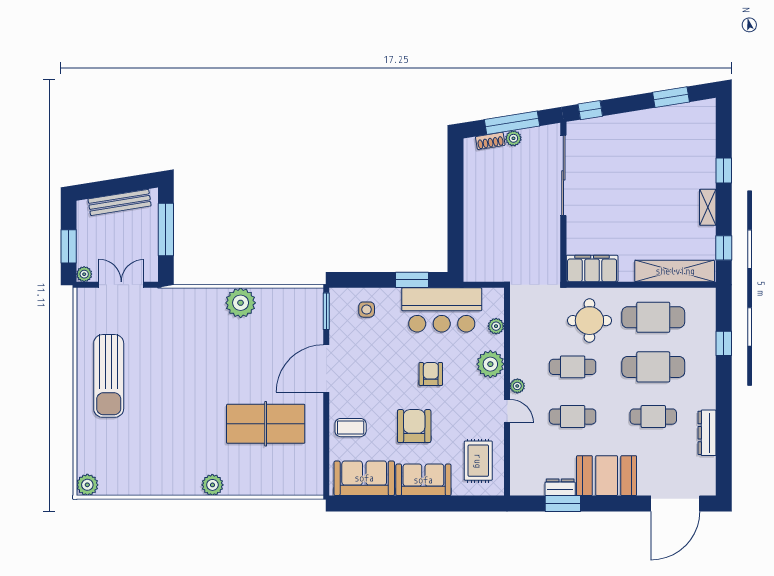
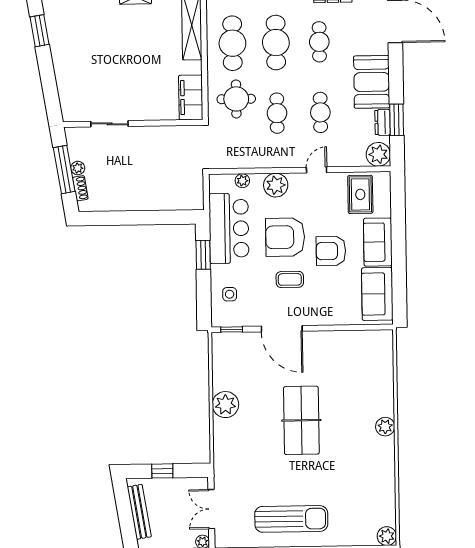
window: (590, 110) -> (52, 101), removed
sliding door: (563, 175) -> (110, 124), width x0.54
window: (166, 230) -> (162, 471), width x0.46
window: (326, 311) -> (232, 329), width x0.67
armchair: (431, 374) -> (285, 237), width x1.88, depth x1.88
plant: (517, 386) -> (378, 154), moved, width x1.87, depth x1.87
table tennis table: (266, 424) -> (301, 420), moved
coffee table: (351, 428) -> (290, 279), moved, turned 90
rug: (478, 461) -> (360, 194), turned 90

